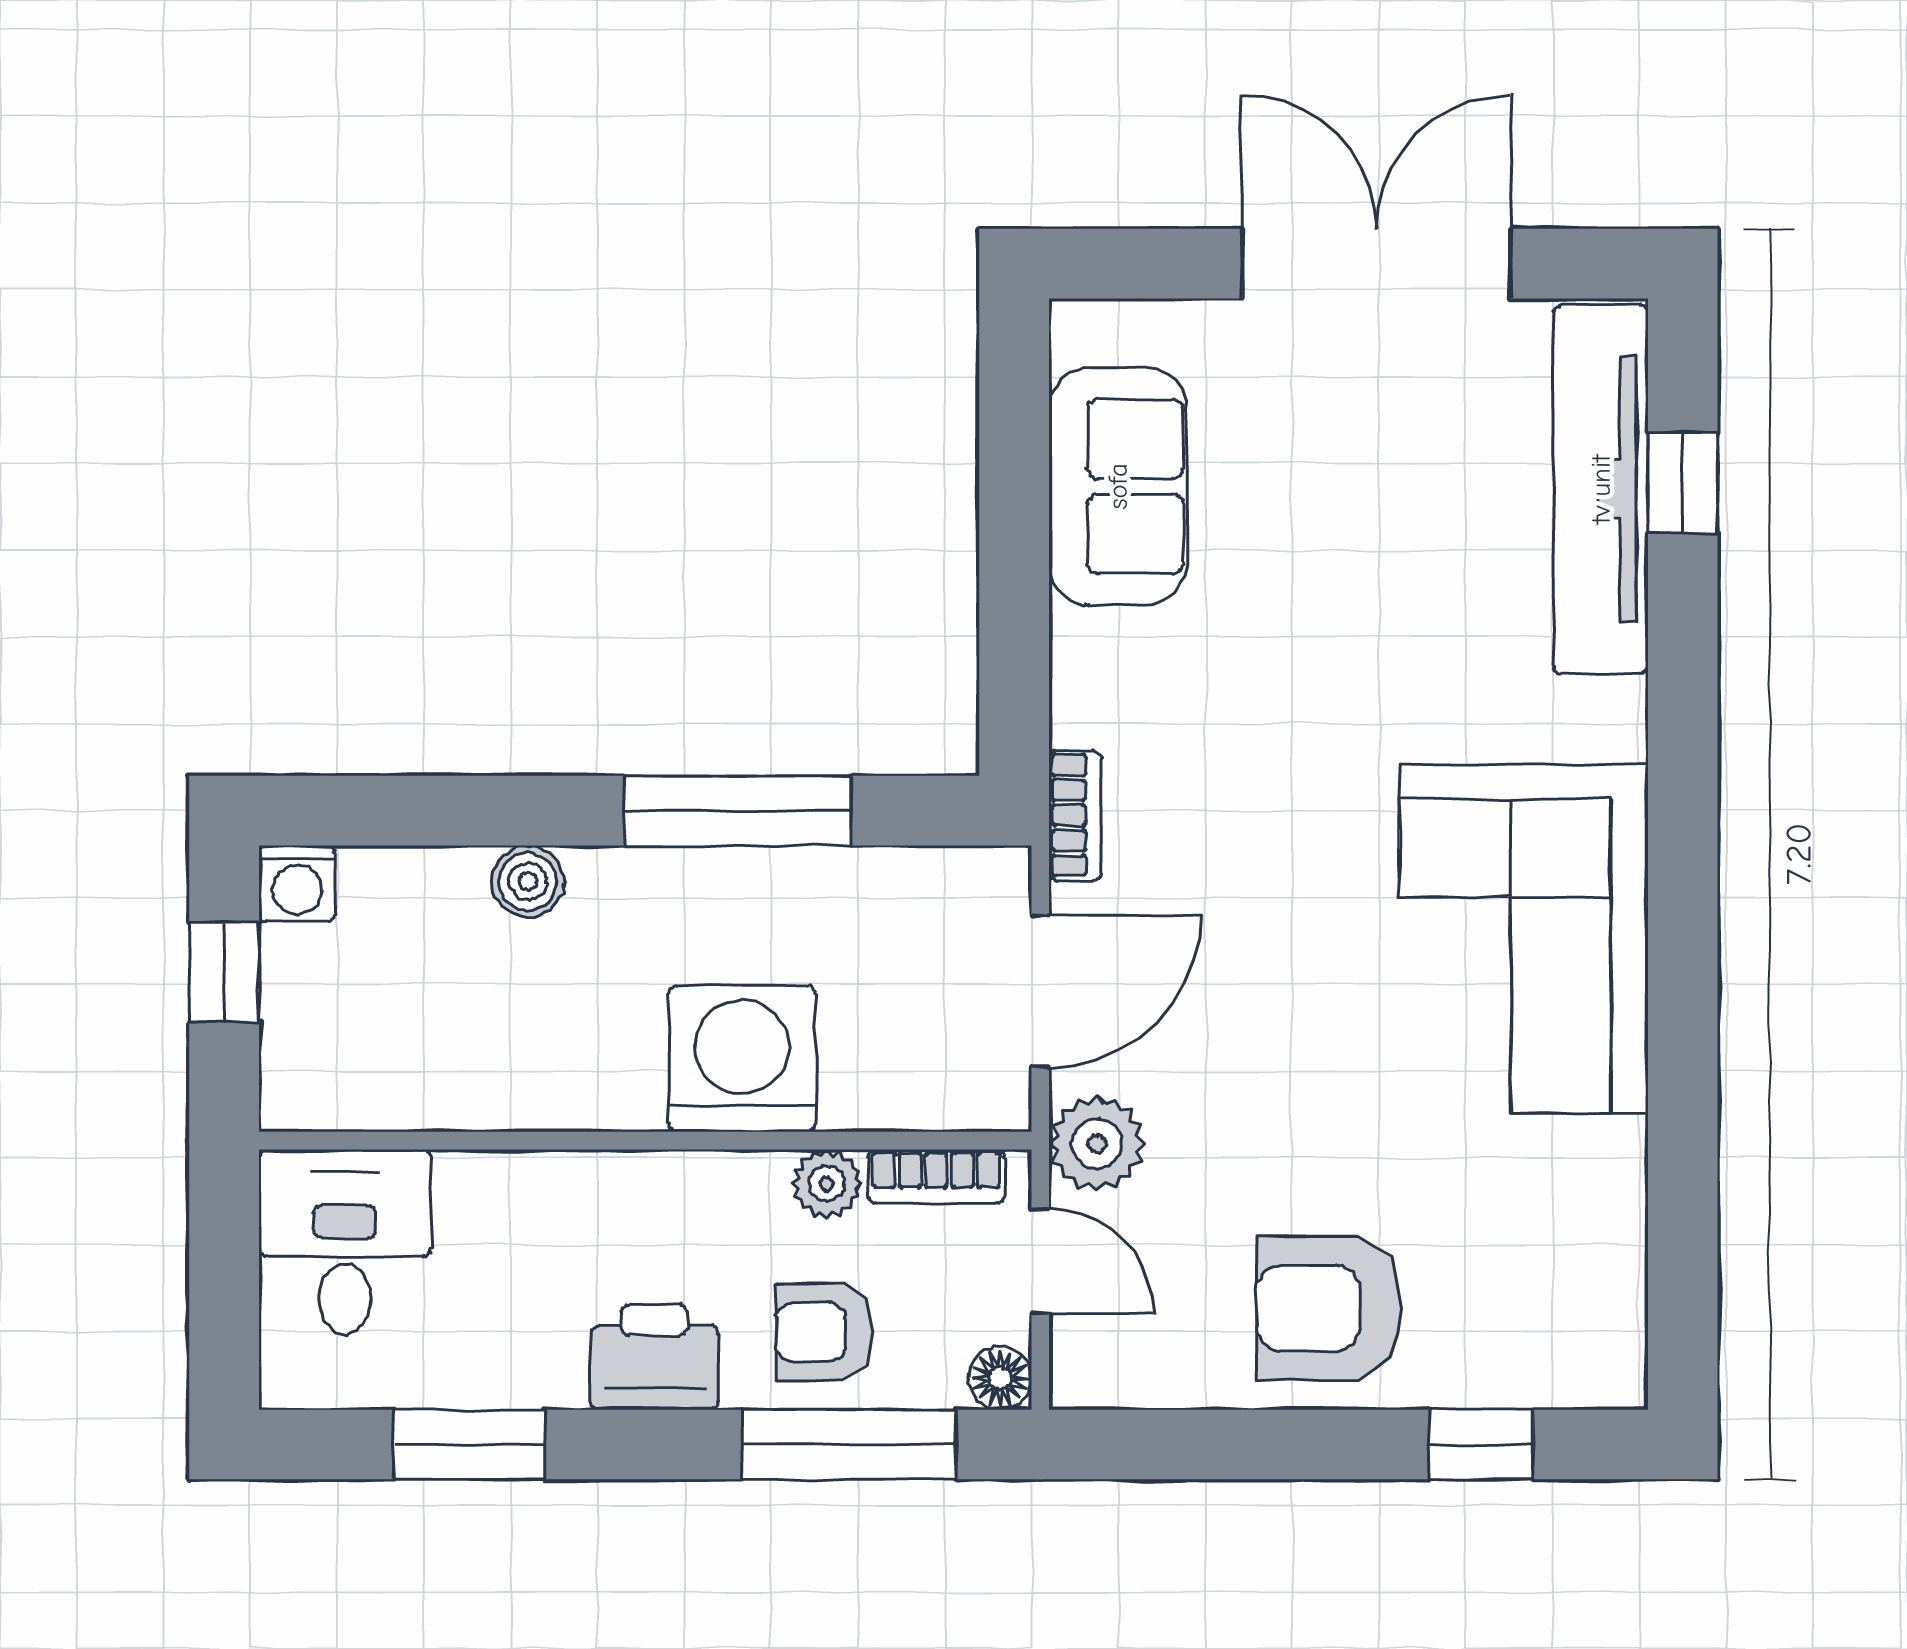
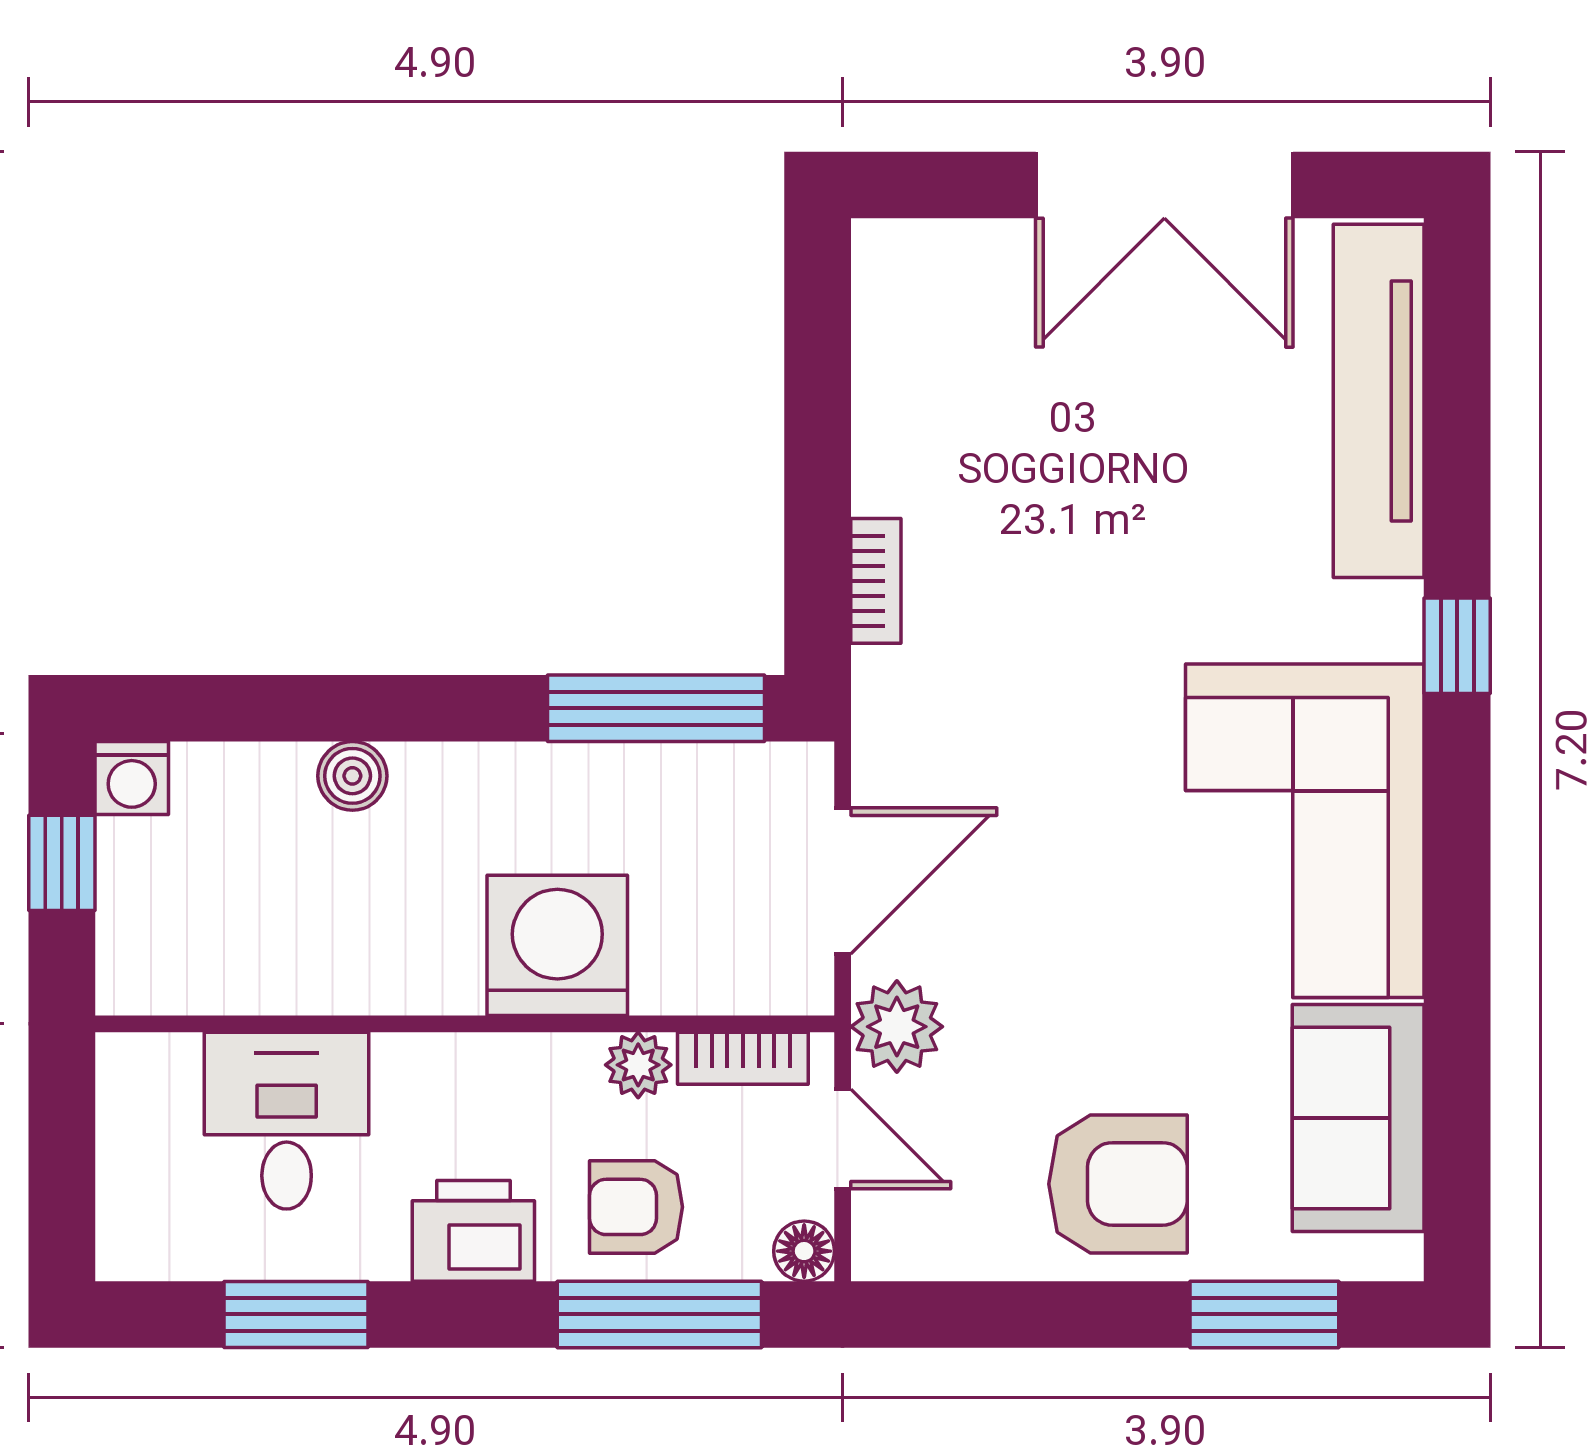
double door: (1377, 264) -> (1164, 185), swing flipped
window: (1683, 483) -> (1457, 646), moved
sofa: (1118, 486) -> (1358, 1118), moved, turned 180
window: (738, 811) -> (656, 708), moved
bookcase: (1075, 815) -> (876, 581), moved
desk: (345, 1242) -> (287, 1121), moved
armchair: (1328, 1308) -> (1118, 1184), turned 180
window: (1481, 1444) -> (1264, 1314), width x1.50

